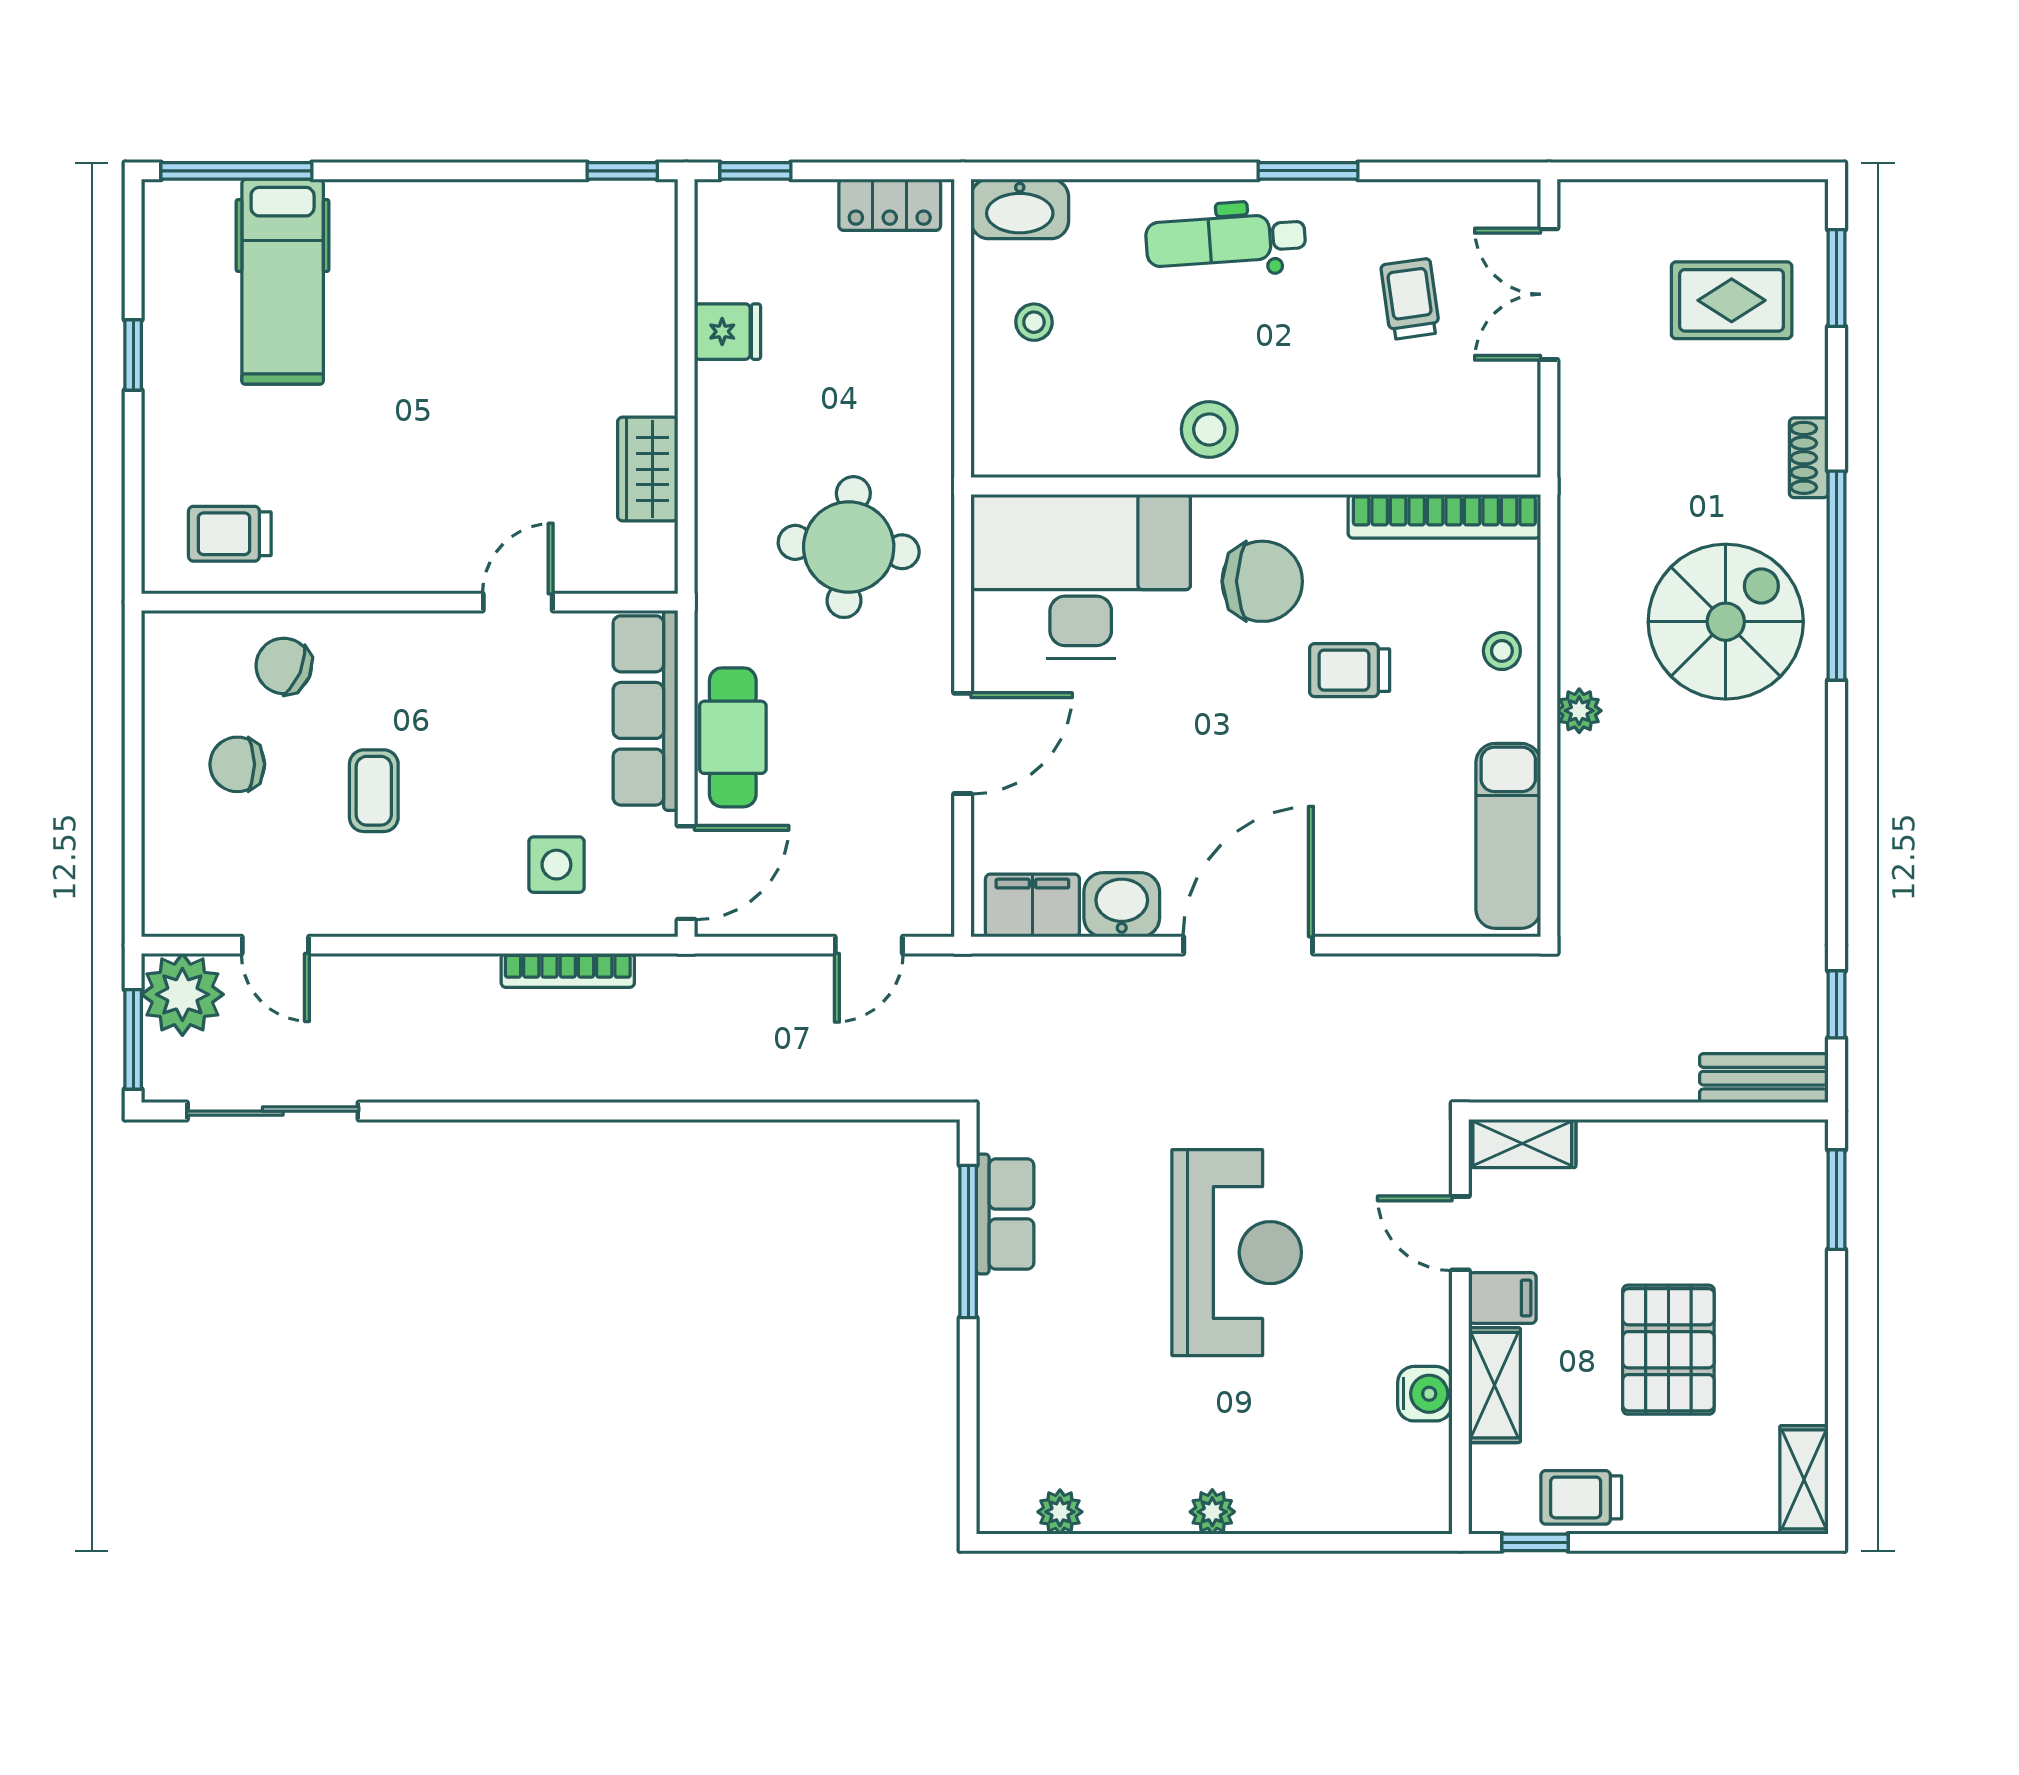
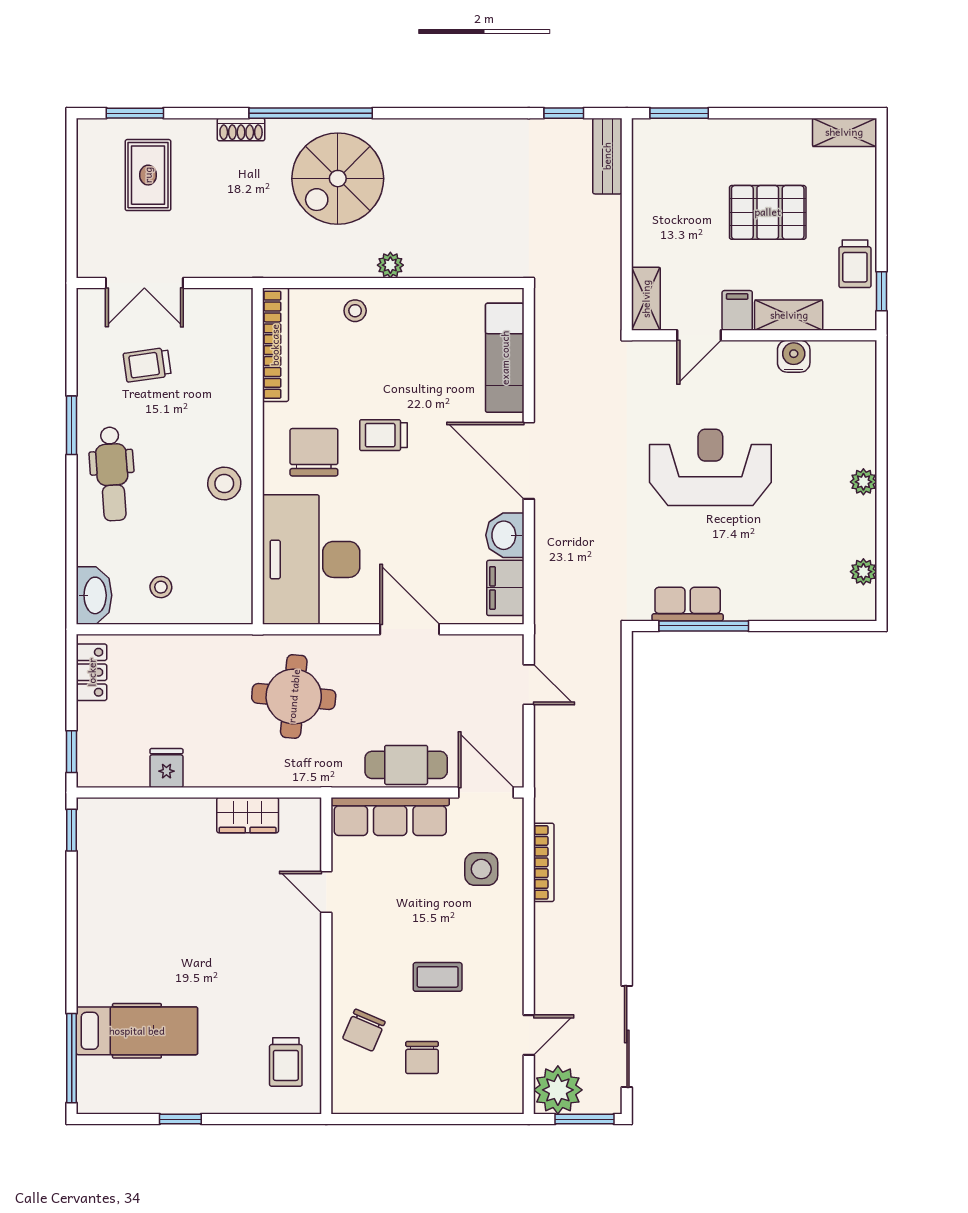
spiral stairs: (1726, 622) -> (338, 179), turned -90
trolley: (1350, 670) -> (383, 435), moved, turned 90
exam couch: (1508, 836) -> (505, 358), moved, turned 90

